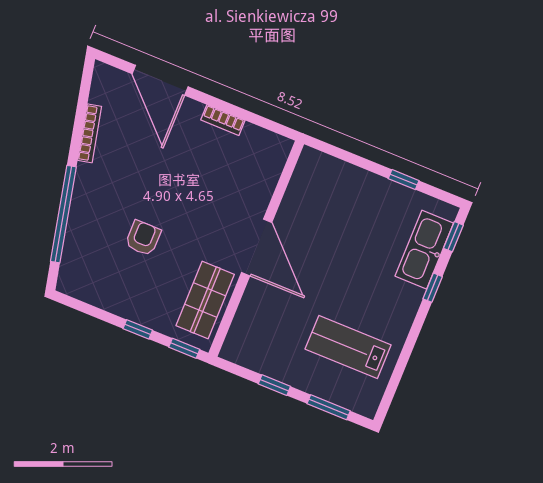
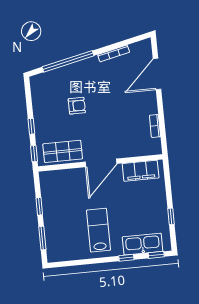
bookcase: (223, 120) -> (155, 126), moved
filing cabinet: (303, 190) -> (141, 171), added
lab bench: (348, 347) -> (98, 230), moved

